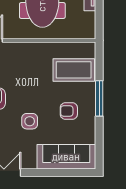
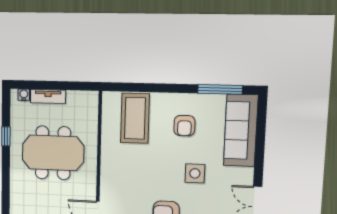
window: (99, 98) -> (220, 89), moved

